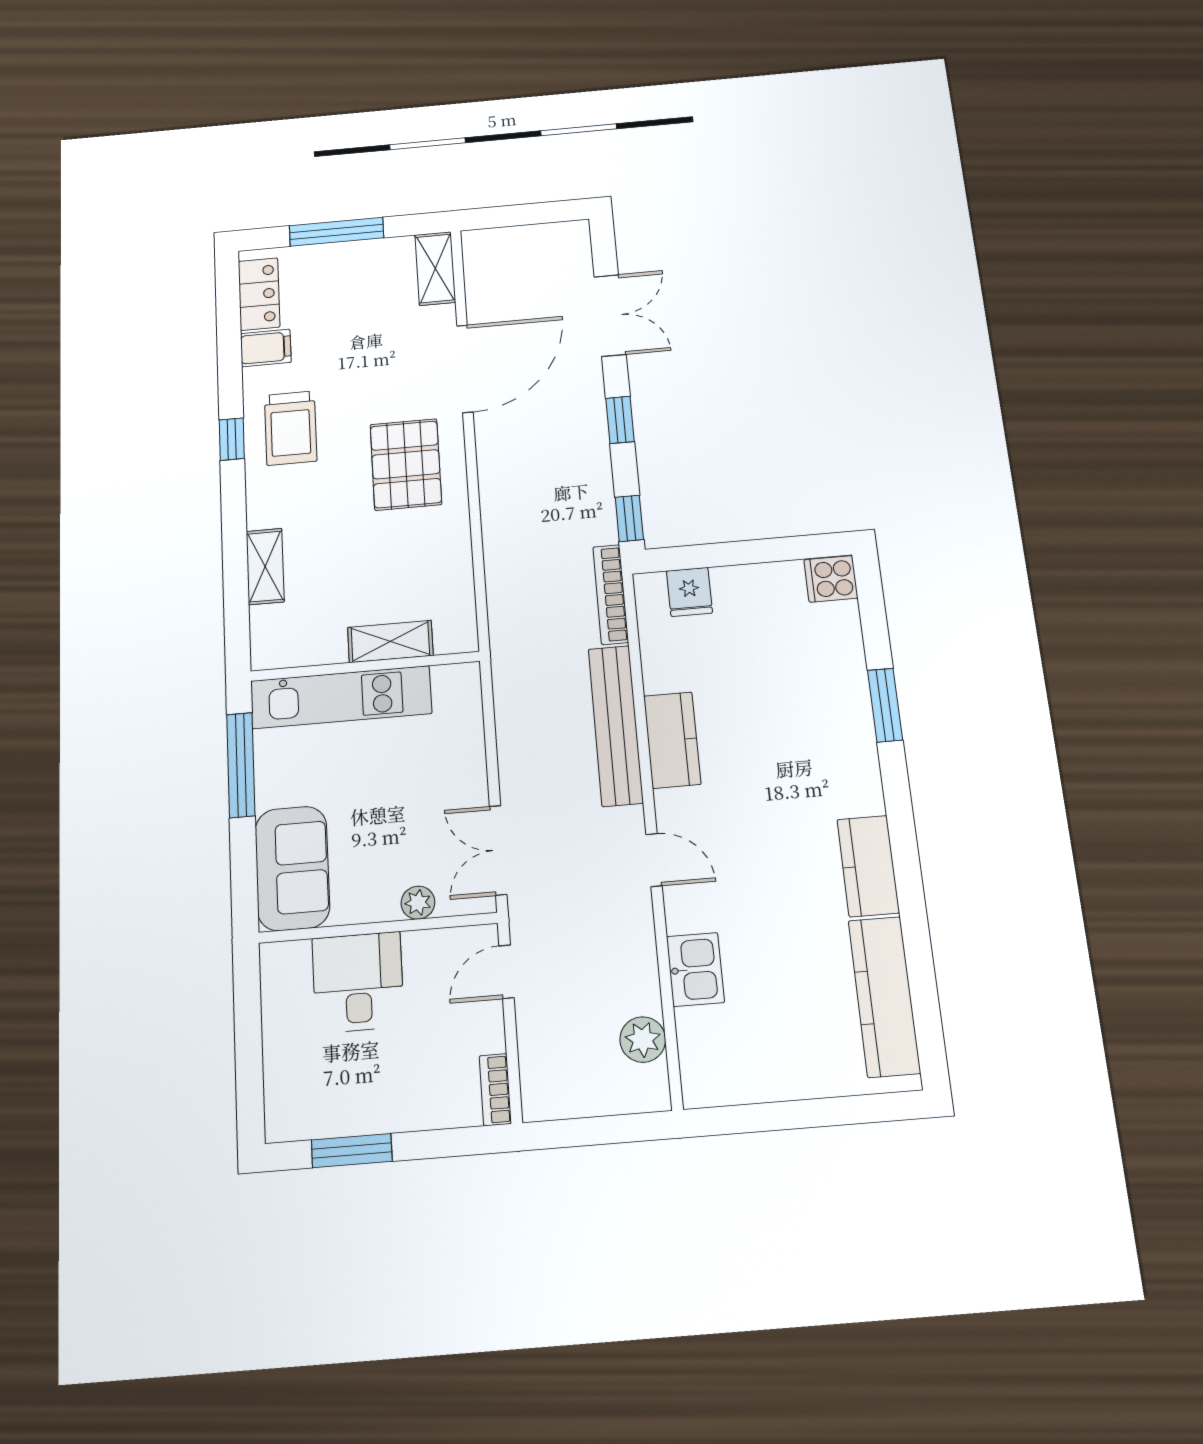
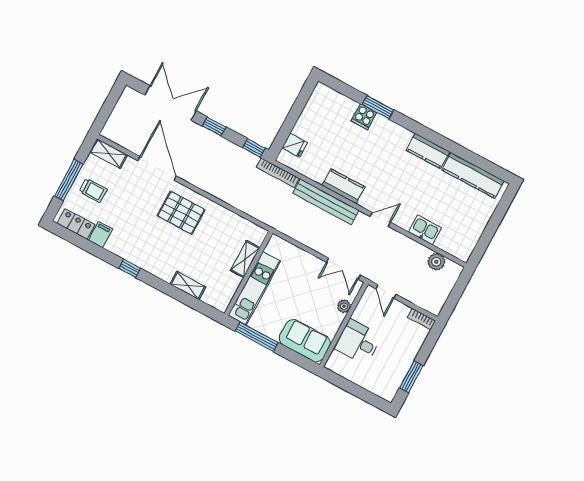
double door: (610, 315) -> (170, 103), width x1.37
trolley: (291, 428) -> (93, 190), moved, width x0.73, depth x0.72
cooker: (831, 579) -> (364, 117), moved

